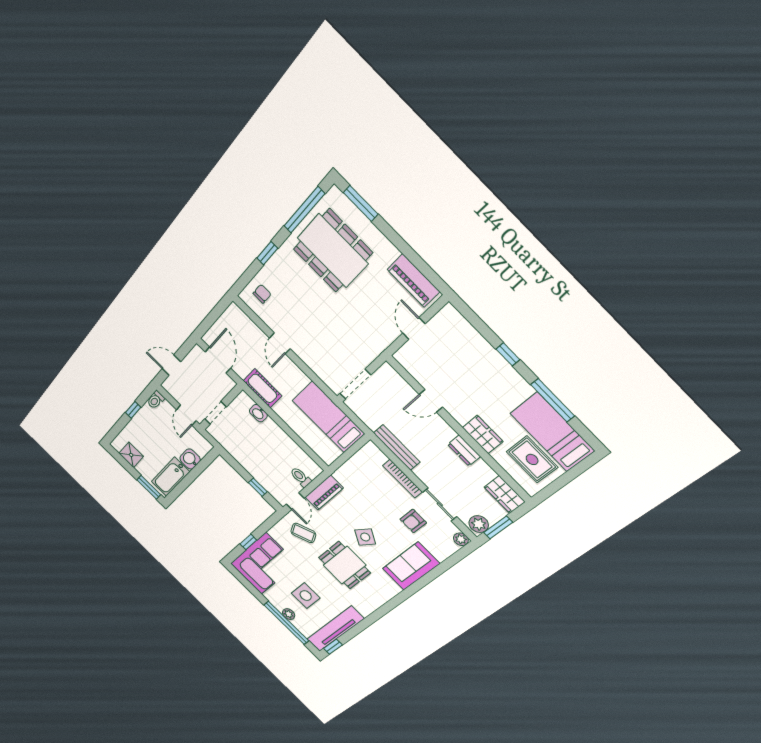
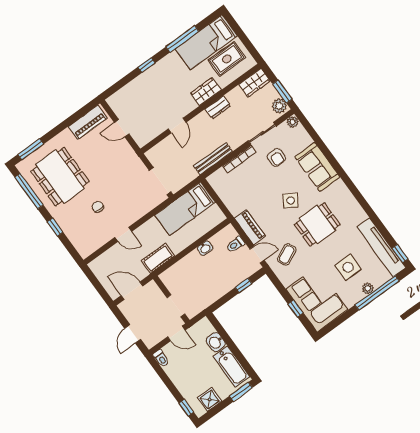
dining table: (333, 251) -> (60, 177), turned 90
chair: (262, 294) -> (98, 207), moved
window: (133, 410) -> (186, 408), moved
washbasin: (258, 413) -> (205, 248), moved

